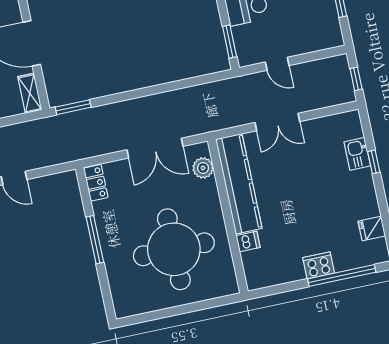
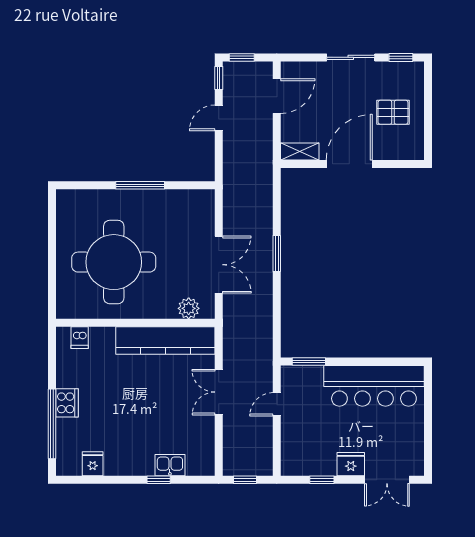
window: (73, 107) -> (277, 254), moved
double door: (155, 148) -> (219, 265), swing flipped
locker: (96, 183) -> (197, 198), removed
dishwasher: (248, 242) -> (80, 338), moved

